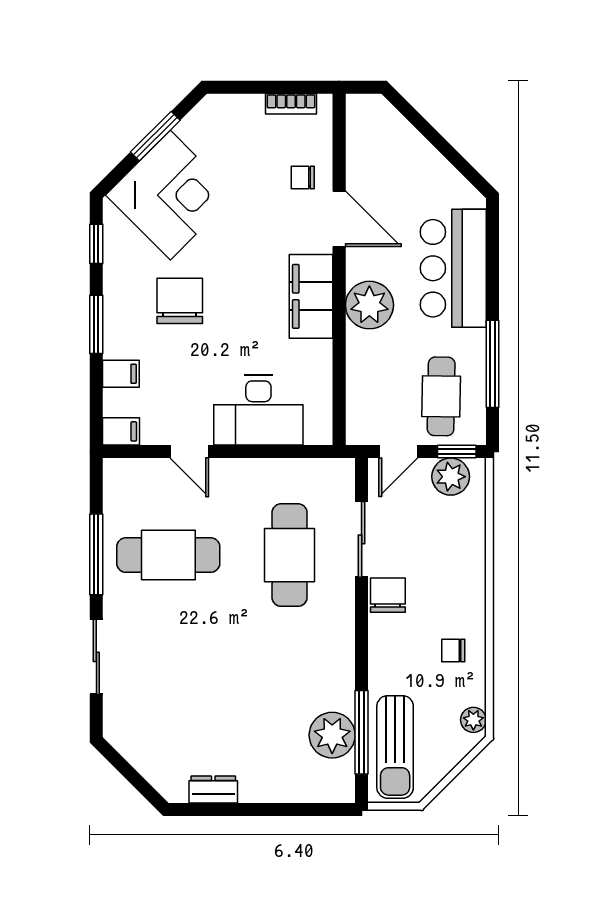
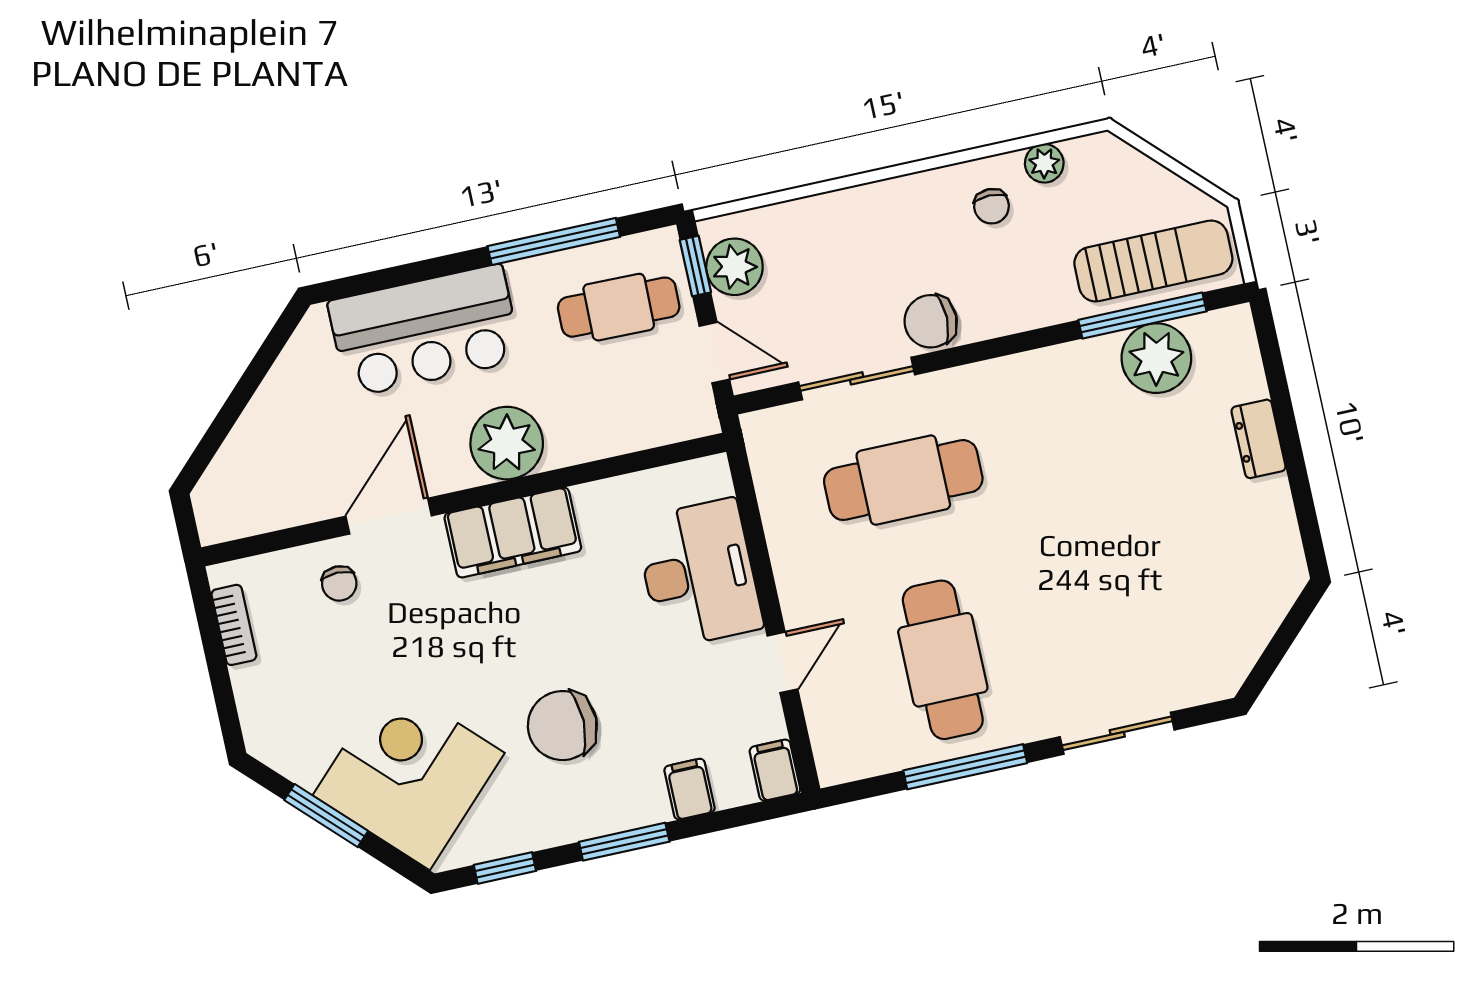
plant: (473, 720) -> (1044, 163), moved
dresser: (213, 789) -> (1258, 439), moved

